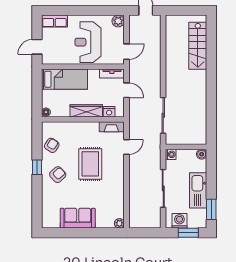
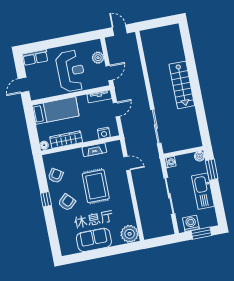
plant: (118, 21) -> (98, 58), moved
reception desk: (88, 42) -> (71, 71), turned 180
stairs: (198, 46) -> (182, 85), moved
door: (126, 90) -> (116, 110), hinge flipped
wardrobe: (86, 111) -> (66, 140), moved
fireplace: (111, 127) -> (94, 150), moved
door: (126, 147) -> (127, 163), hinge flipped
window: (211, 209) -> (212, 170), moved
plant: (119, 223) -> (130, 234), width x1.88, depth x1.88

